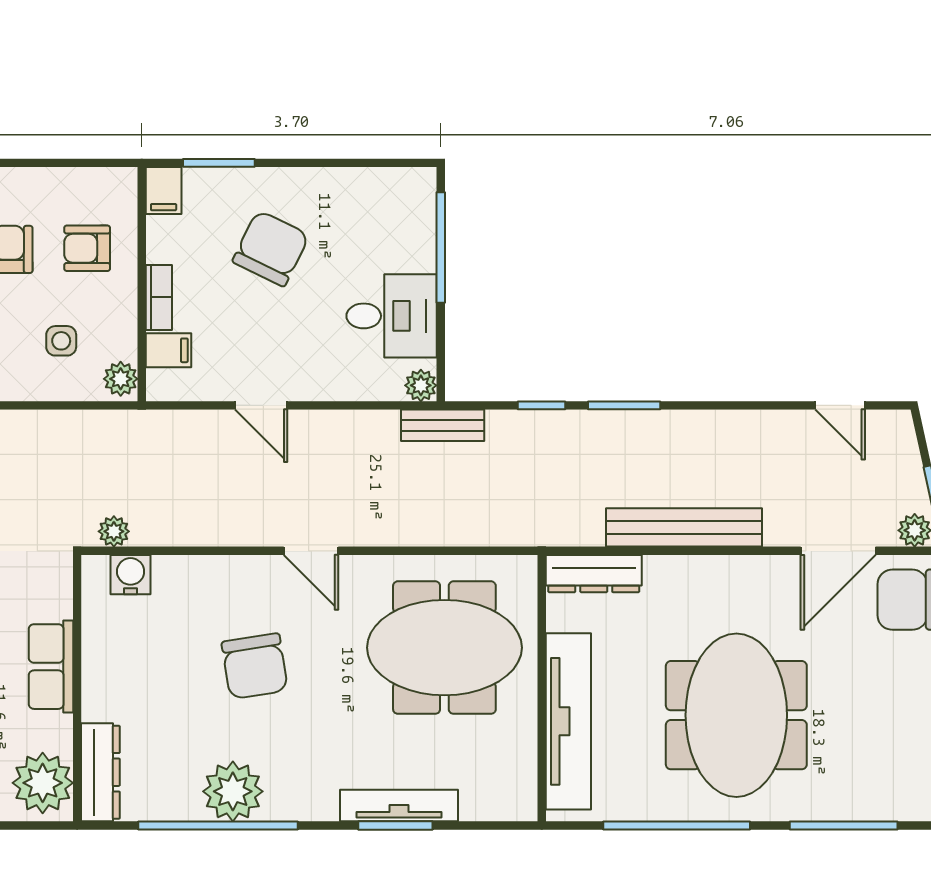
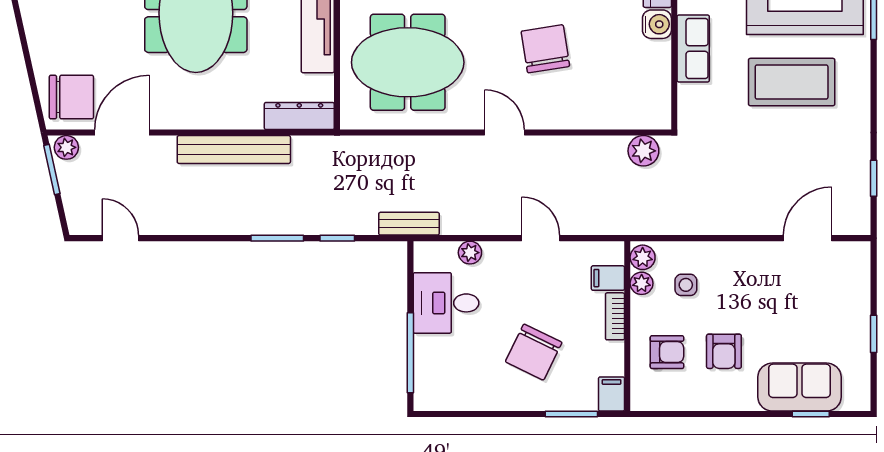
plant: (122, 343) -> (642, 283), added
plant: (421, 385) -> (470, 253), moved
plant: (114, 531) -> (643, 151), width x1.38, depth x1.38
water cooler: (131, 575) -> (657, 24), moved, turned -90

